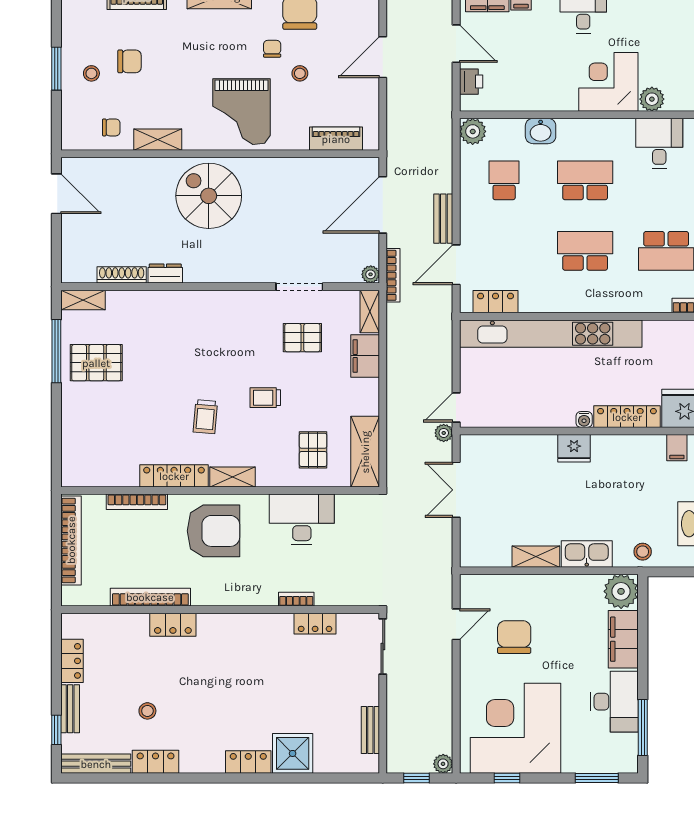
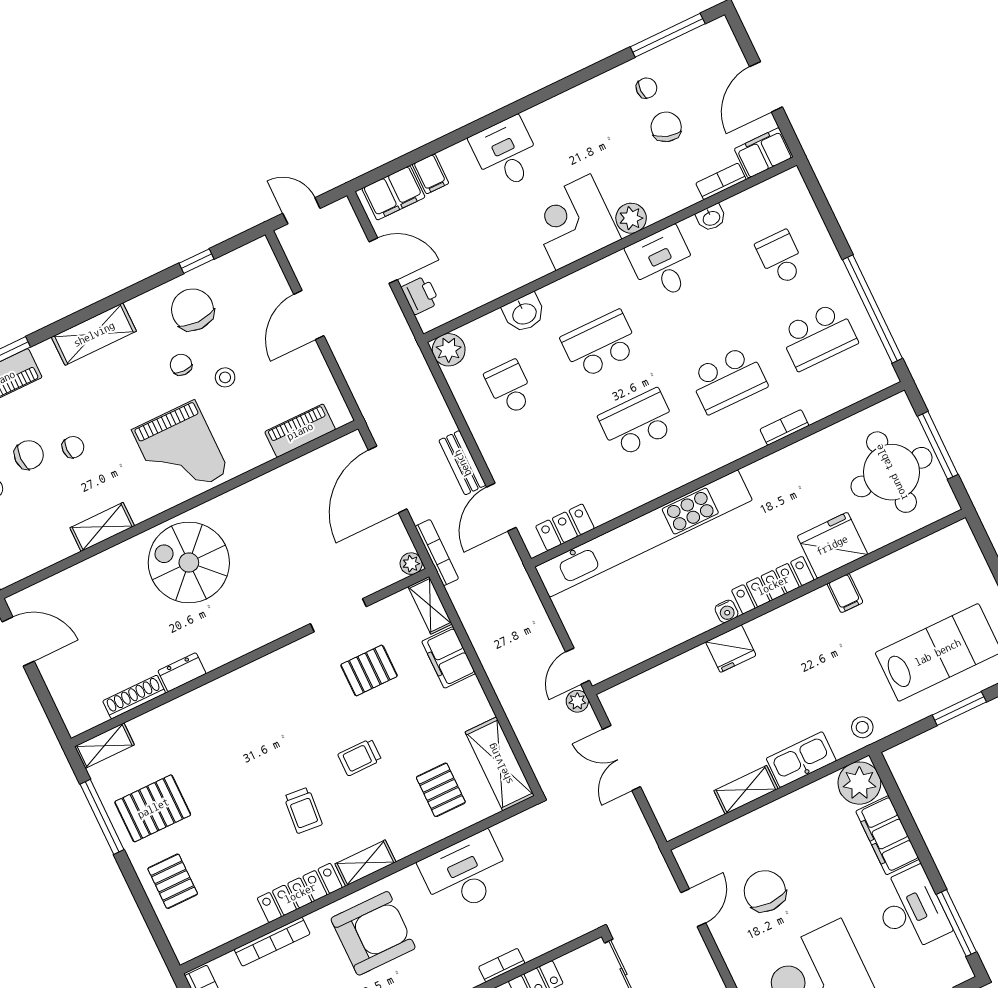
chair: (111, 127) -> (73, 447), moved
pallet: (85, 423) -> (173, 881), added

